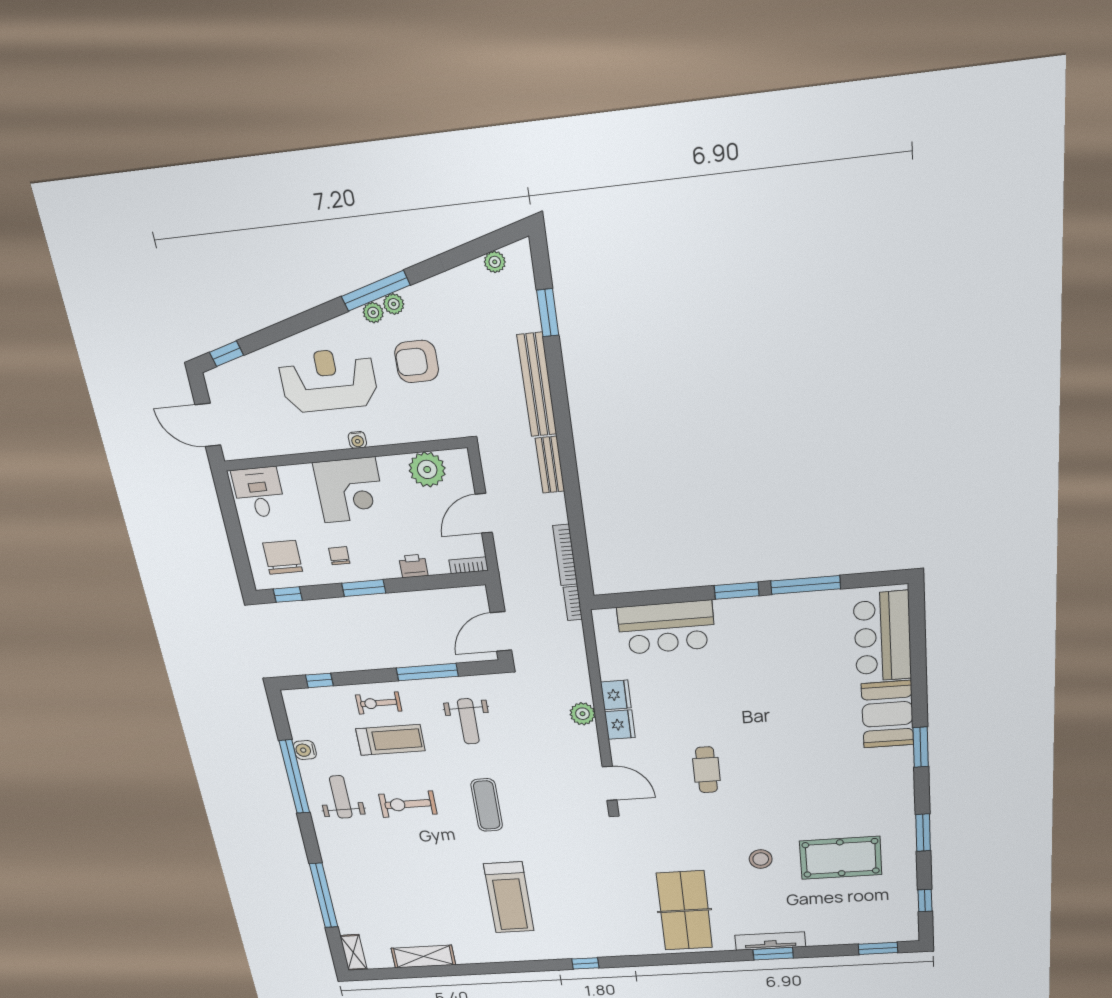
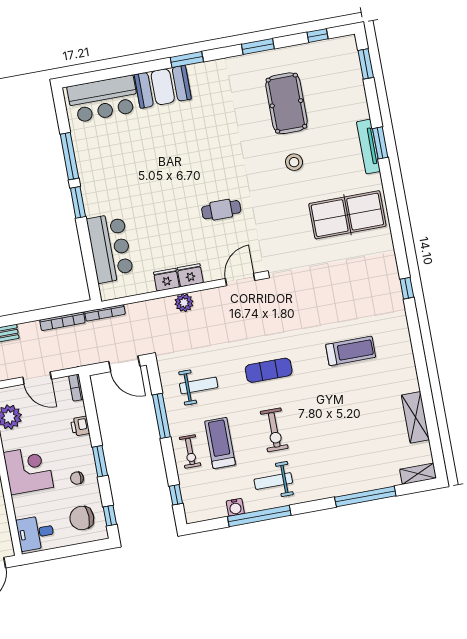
bookcase: (573, 603) -> (105, 313), width x1.56
treadmill: (509, 897) -> (351, 351), width x0.73, depth x0.73

